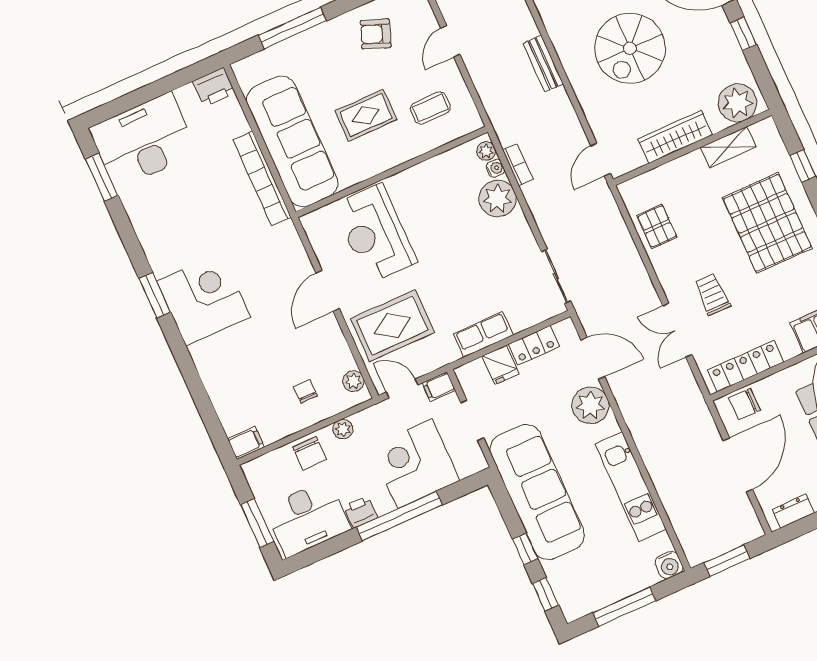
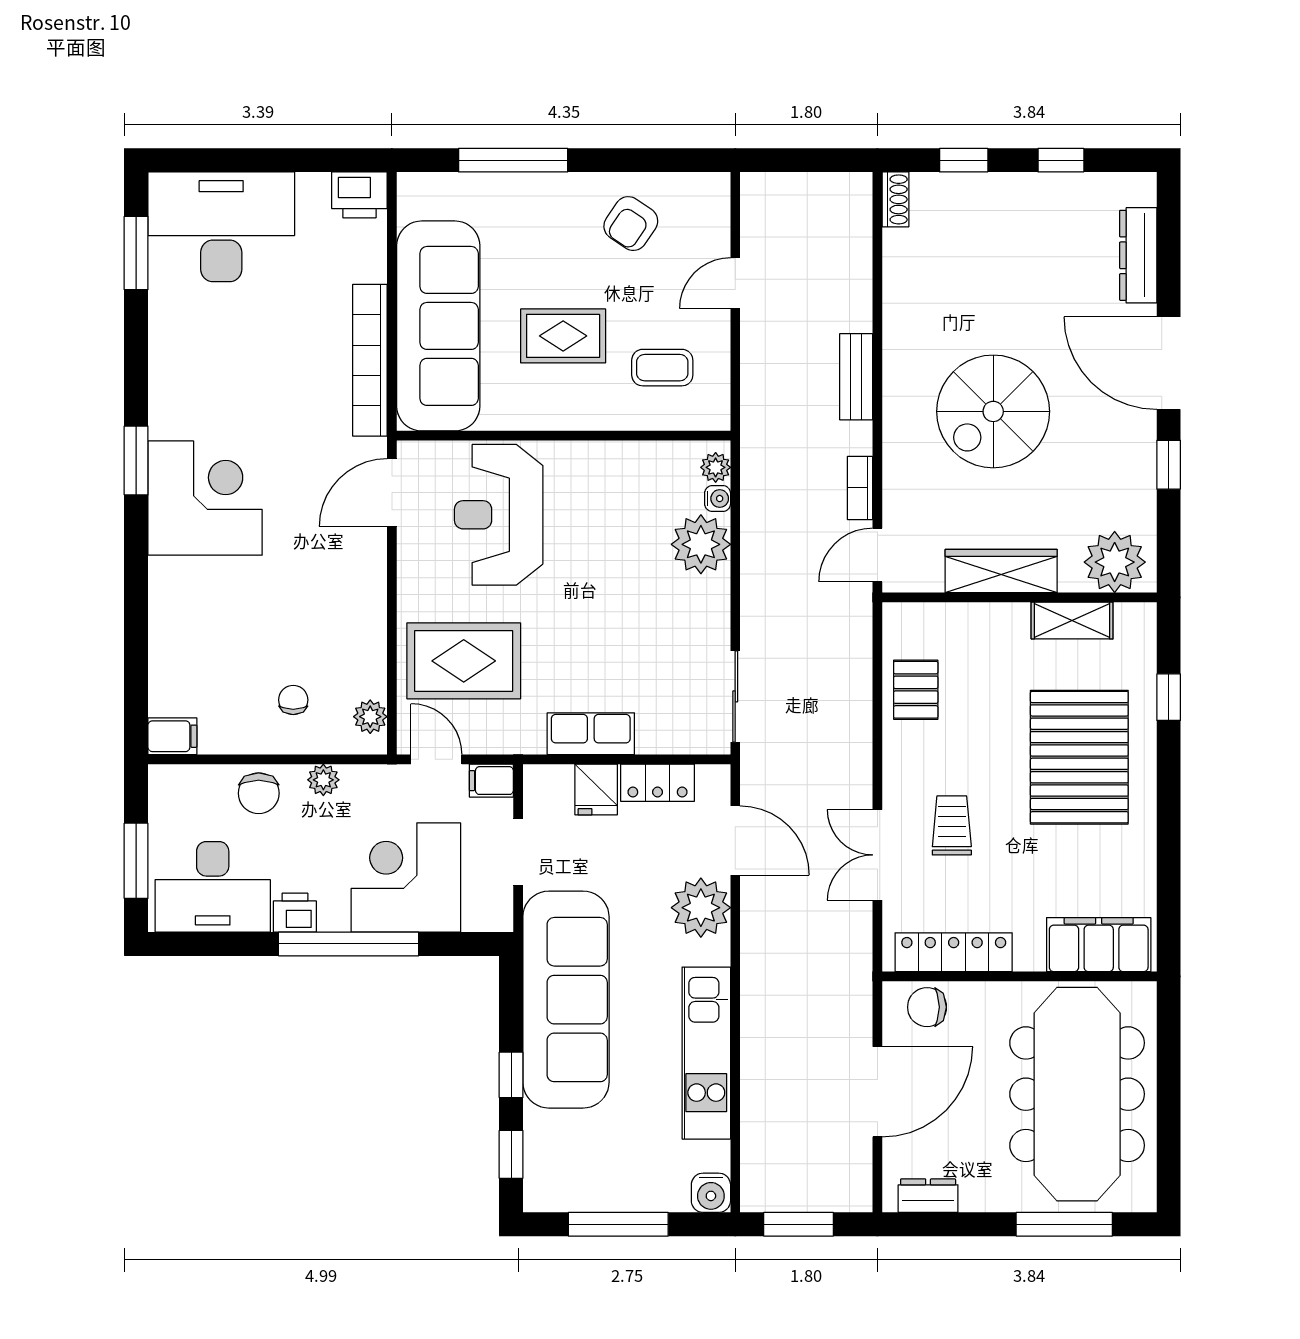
armchair: (376, 34) -> (631, 224), turned -77
bookcase: (518, 165) -> (860, 488), moved, turned 180
door: (328, 291) -> (392, 493), moved

